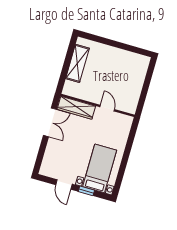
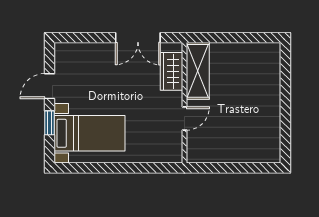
shelving: (77, 63) -> (198, 71), moved, turned 90
wardrobe: (76, 108) -> (171, 71), width x0.67

